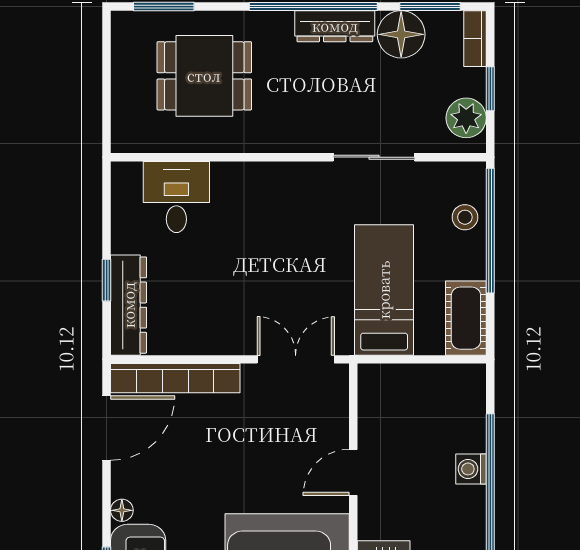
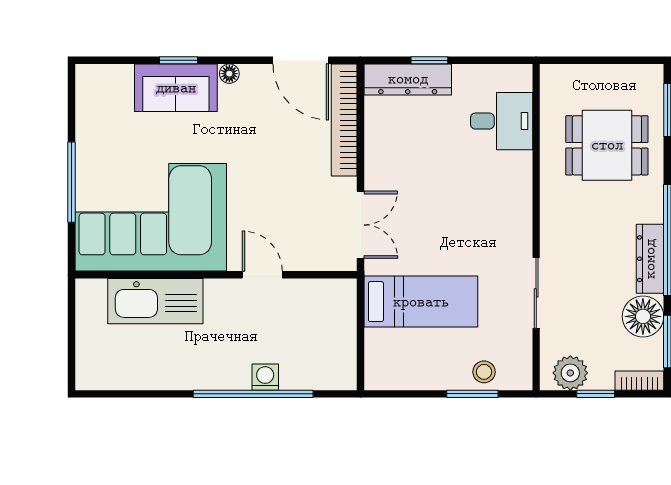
dining table: (204, 76) -> (607, 145), turned 90
window: (490, 231) -> (472, 394), width x0.47
cot: (466, 318) -> (396, 373), removed

